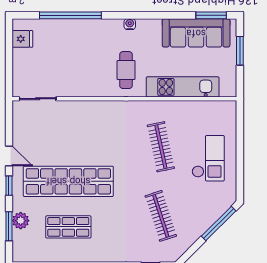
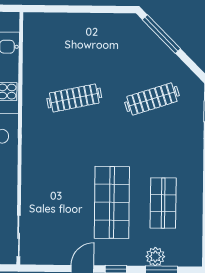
checkout: (208, 158) -> (88, 45), removed
shop shelf: (68, 181) -> (112, 202), width x0.71

